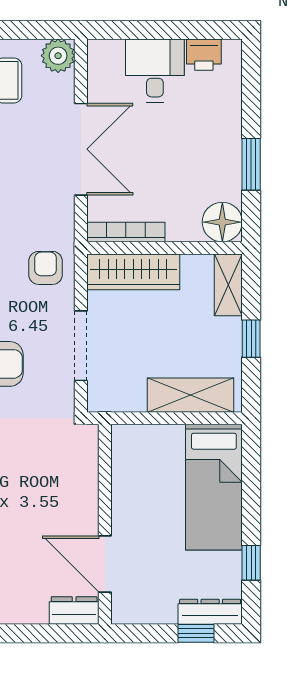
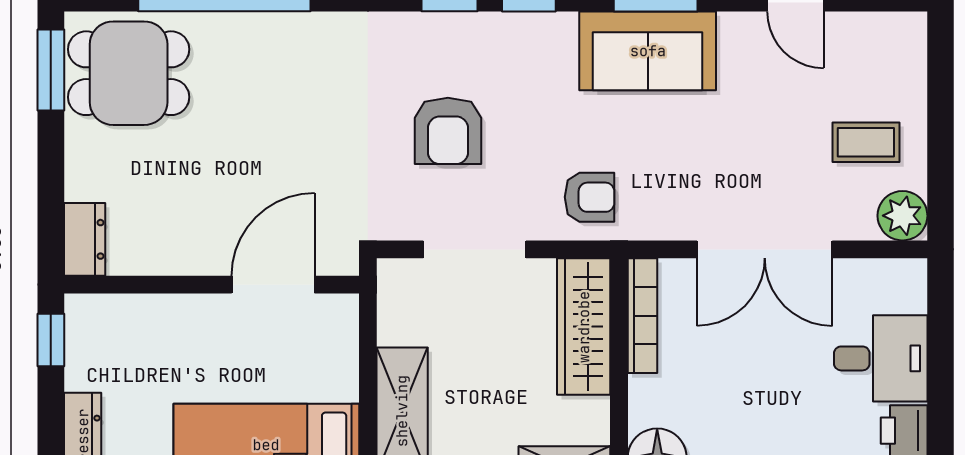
door: (105, 564) -> (273, 285), moved
window: (196, 633) -> (51, 340), moved

